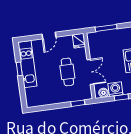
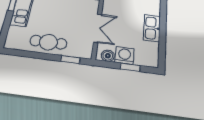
cafe table: (67, 72) -> (48, 42), moved, turned 90

